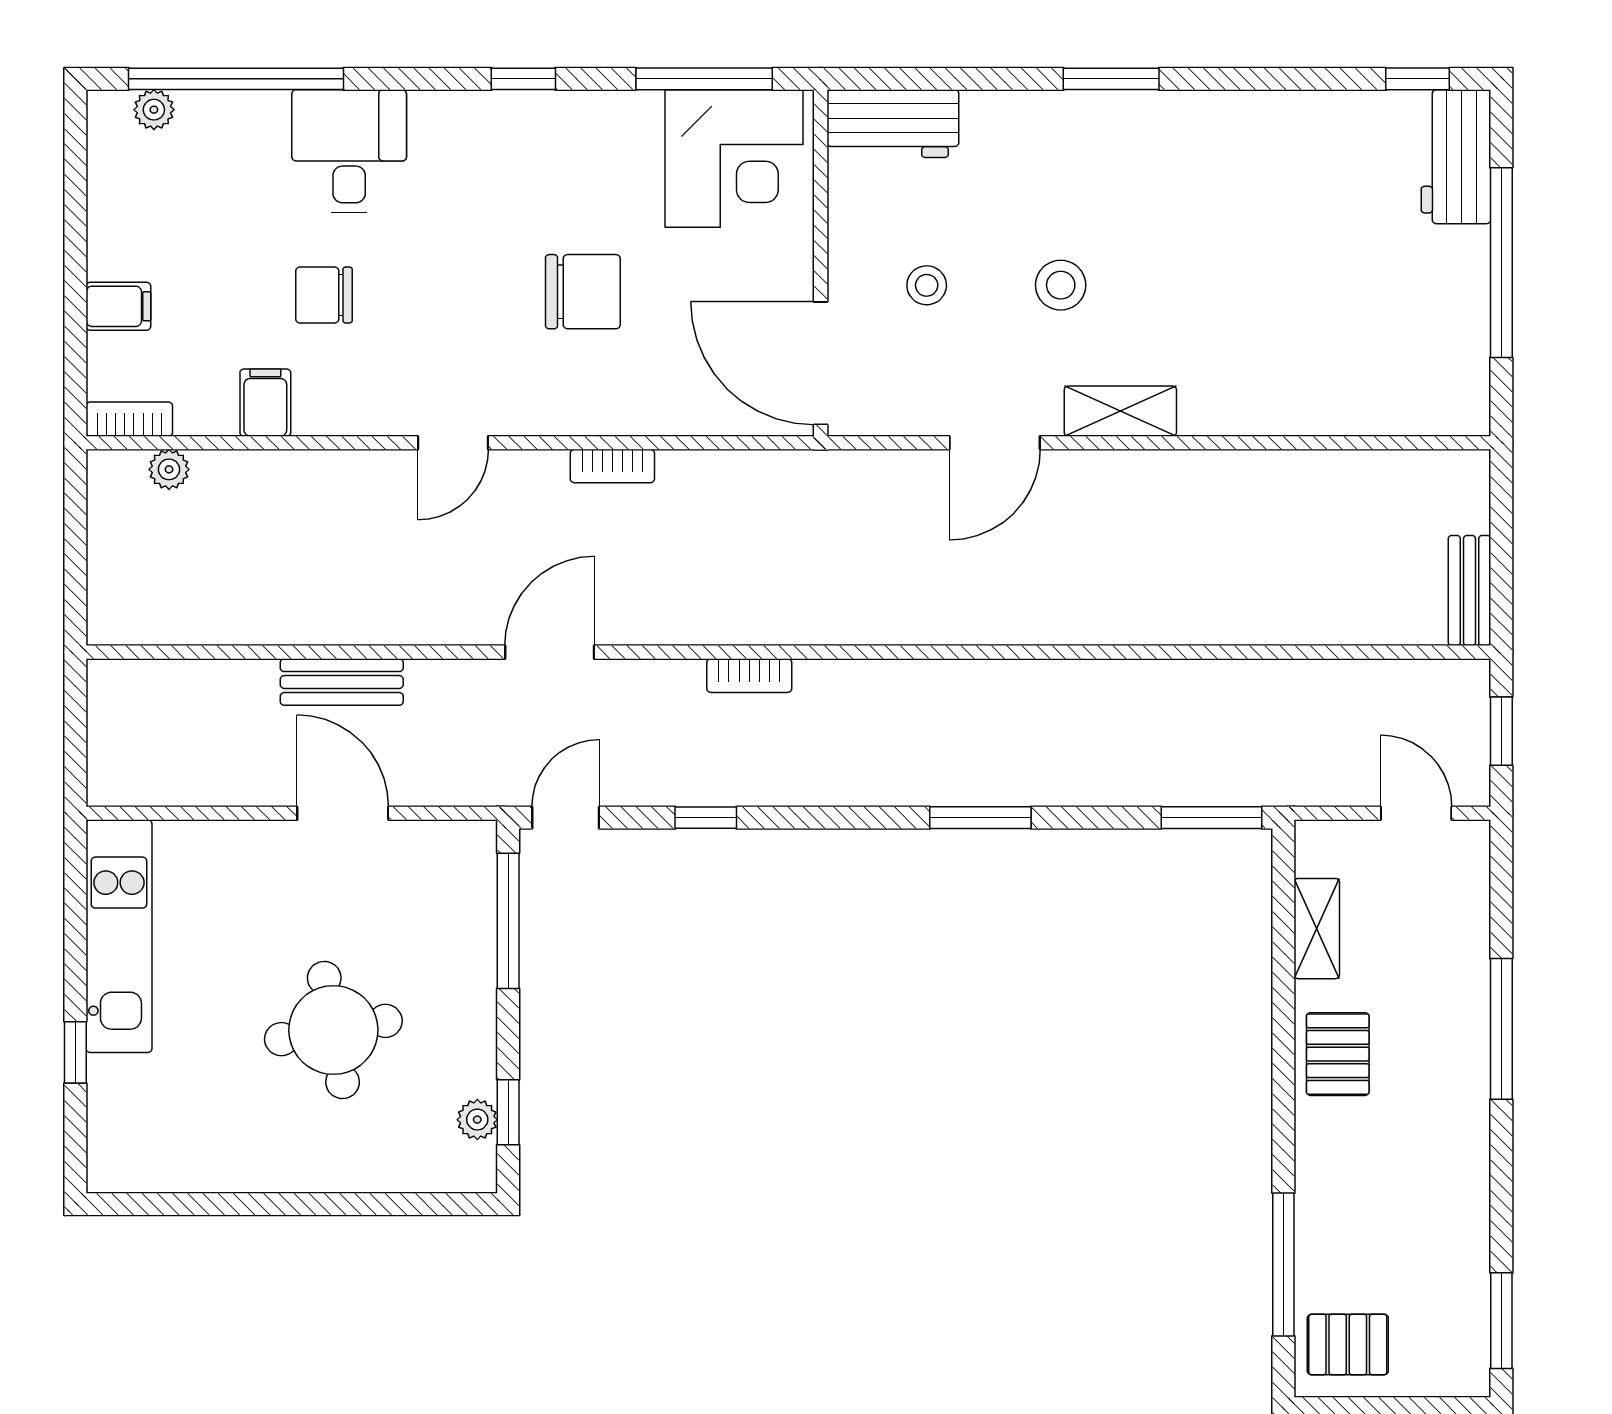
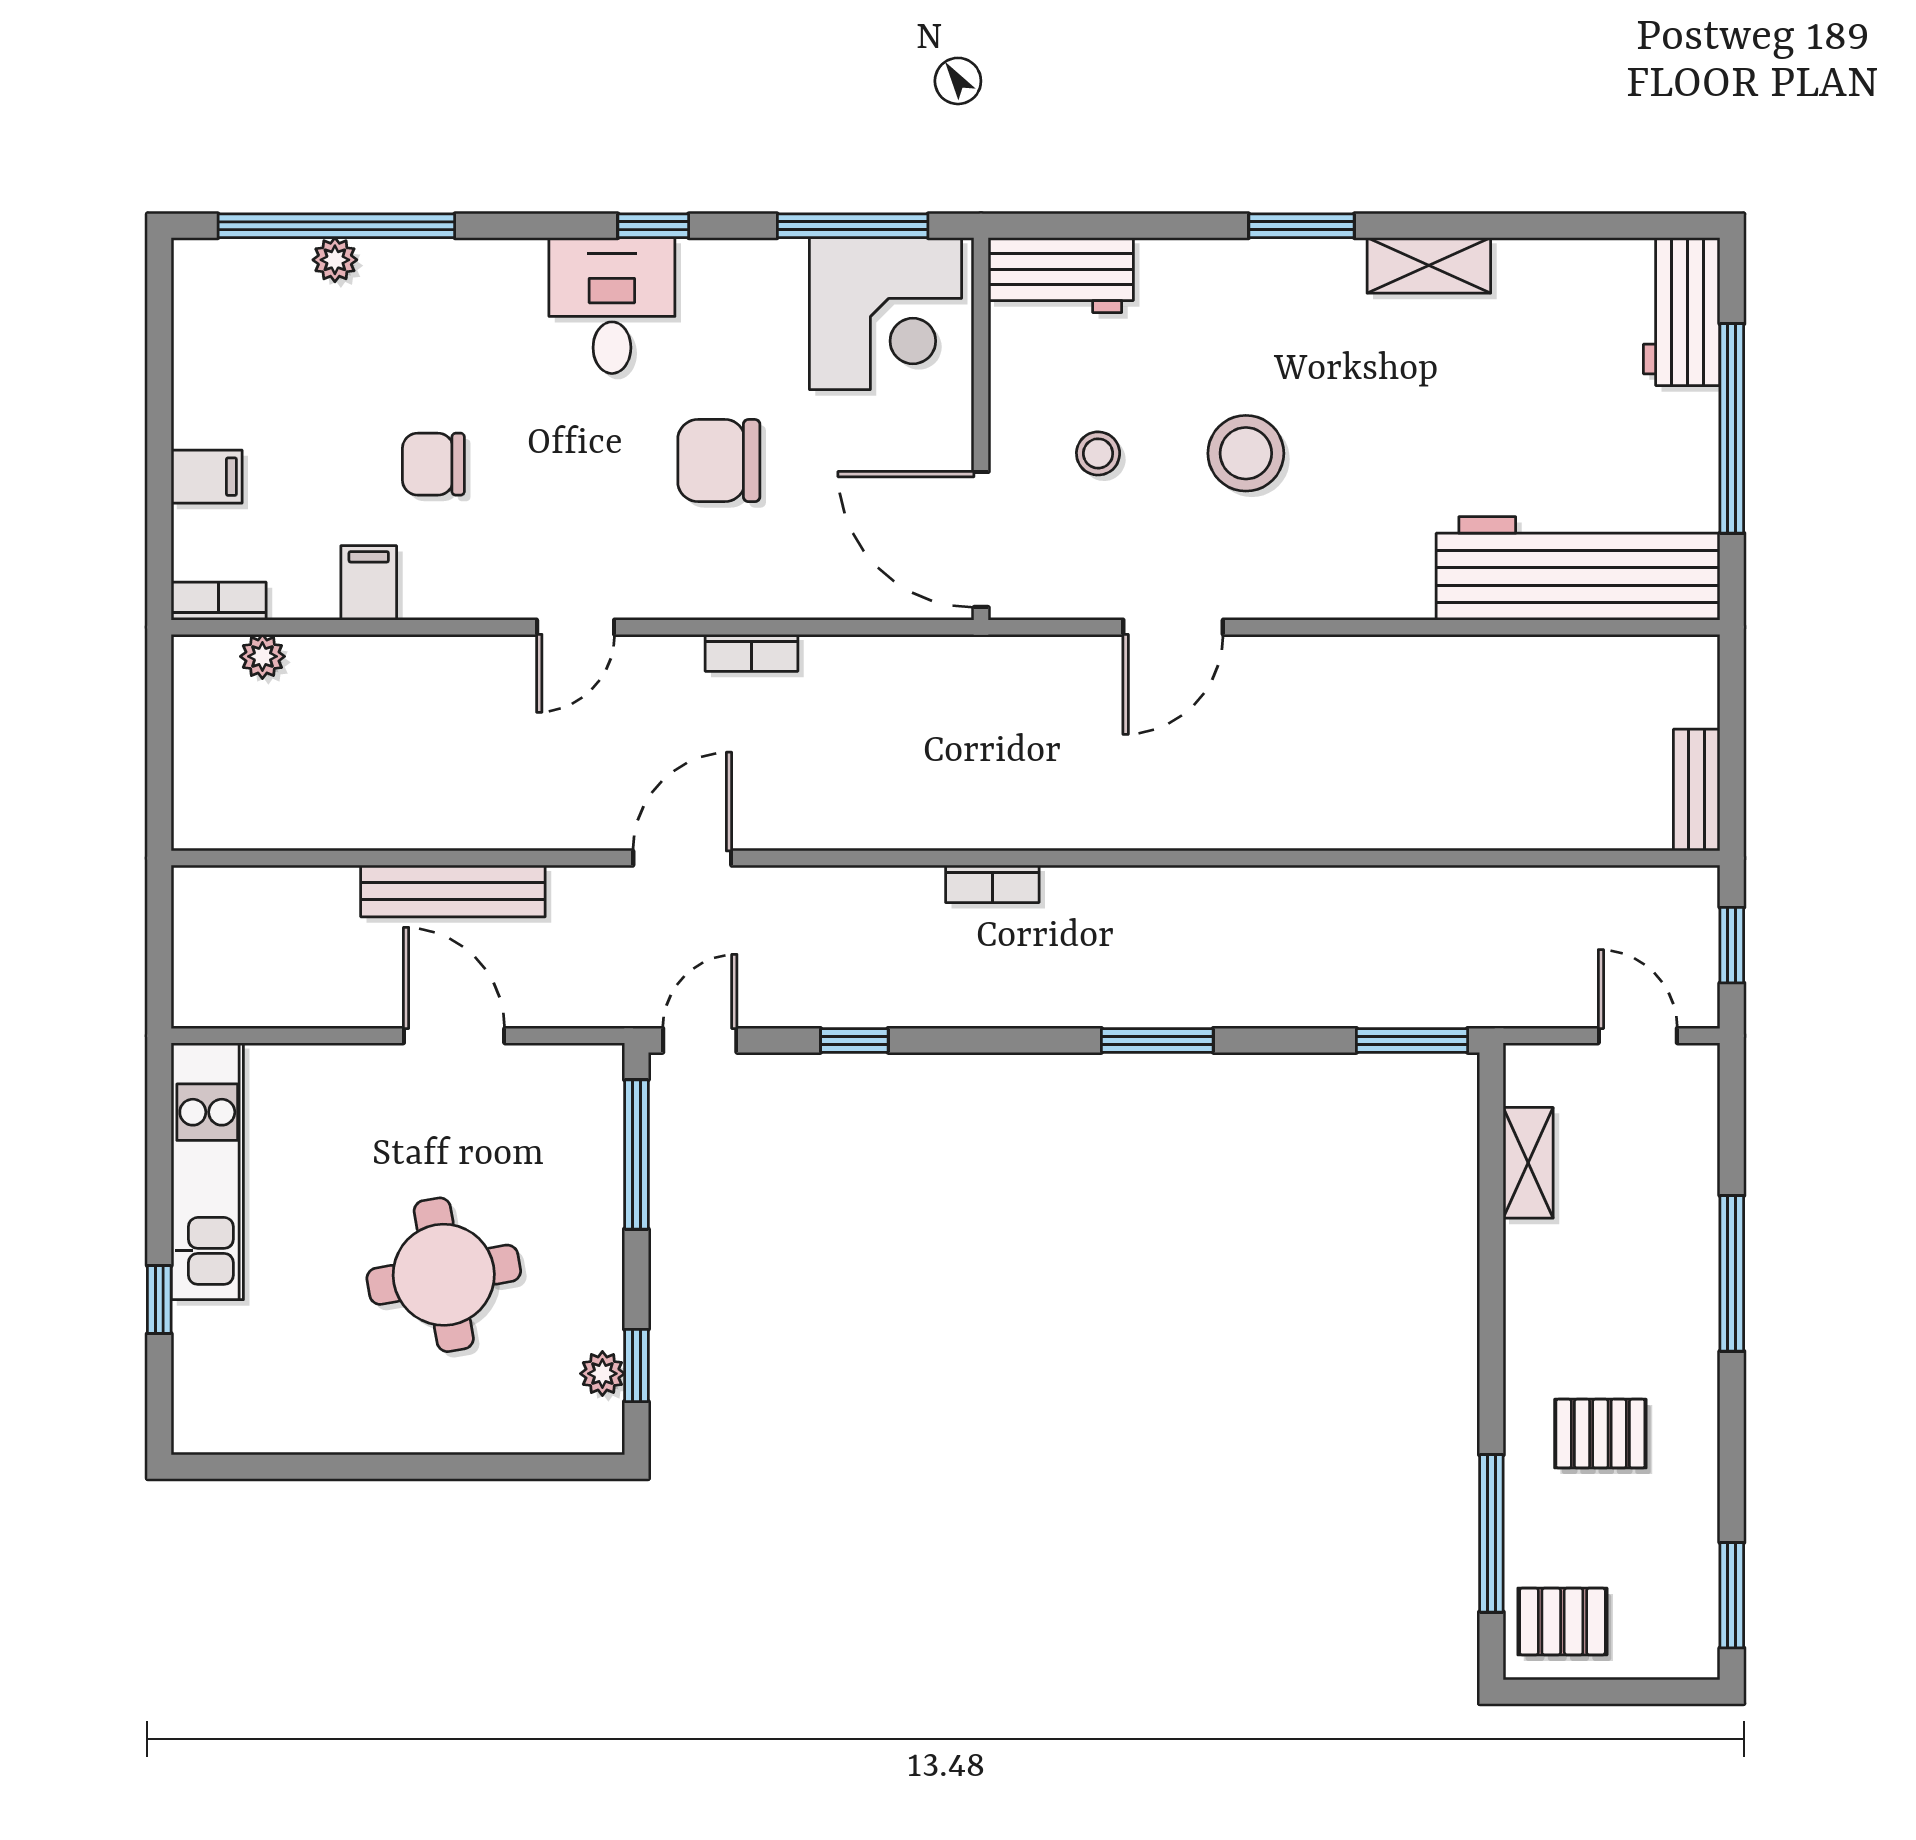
window: (1418, 79) -> (1639, 226), removed
plant: (154, 110) -> (335, 260), moved
desk: (349, 151) -> (612, 306), moved
stool: (1061, 285) -> (1246, 453), width x1.38, depth x1.38
chair: (583, 292) -> (719, 461), turned 180
workbench: (1362, 389) -> (1578, 568), added
shelving: (1120, 411) -> (1429, 265), moved
bookcase: (749, 676) -> (992, 884), moved
bench: (342, 682) -> (453, 891), width x1.36
pallet: (1338, 1054) -> (1600, 1434), moved, turned 90

